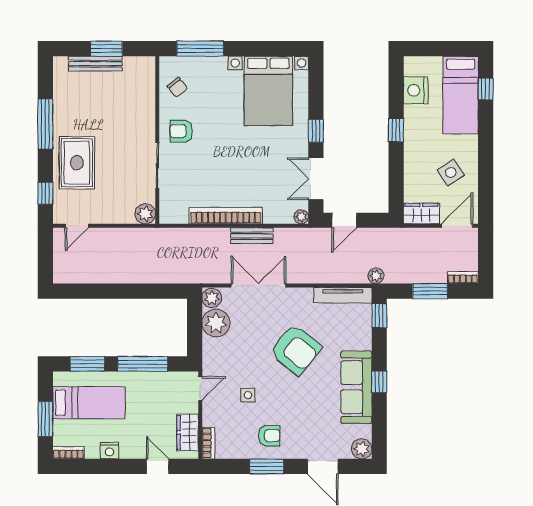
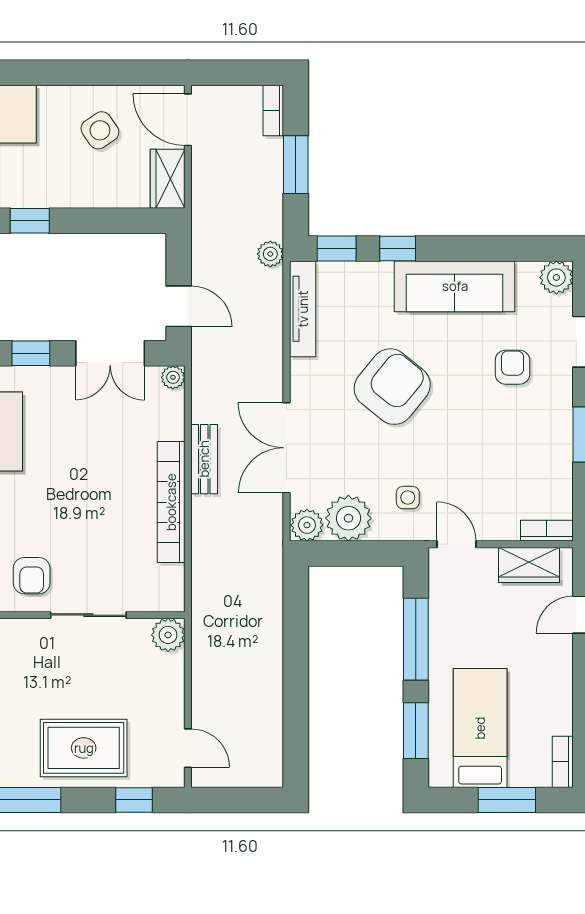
window: (379, 382) -> (398, 248), moved
side table: (248, 395) -> (408, 498), moved
armchair: (269, 436) -> (513, 367), moved
nightstand: (109, 451) -> (559, 694), removed

